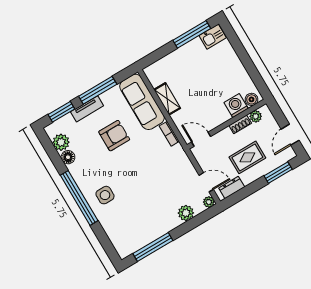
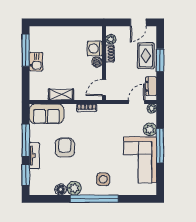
kitchen sink: (213, 37) -> (36, 62), moved
boiler: (251, 99) -> (97, 62), moved
sofa: (142, 102) -> (46, 114), width x0.73
door: (290, 135) -> (138, 22), hinge flipped
plant: (61, 142) -> (74, 188), moved
rug: (247, 157) -> (146, 56), moved
window: (278, 173) -> (160, 60), moved
corner sofa: (148, 222) -> (140, 160), added
window: (153, 247) -> (160, 146), moved

